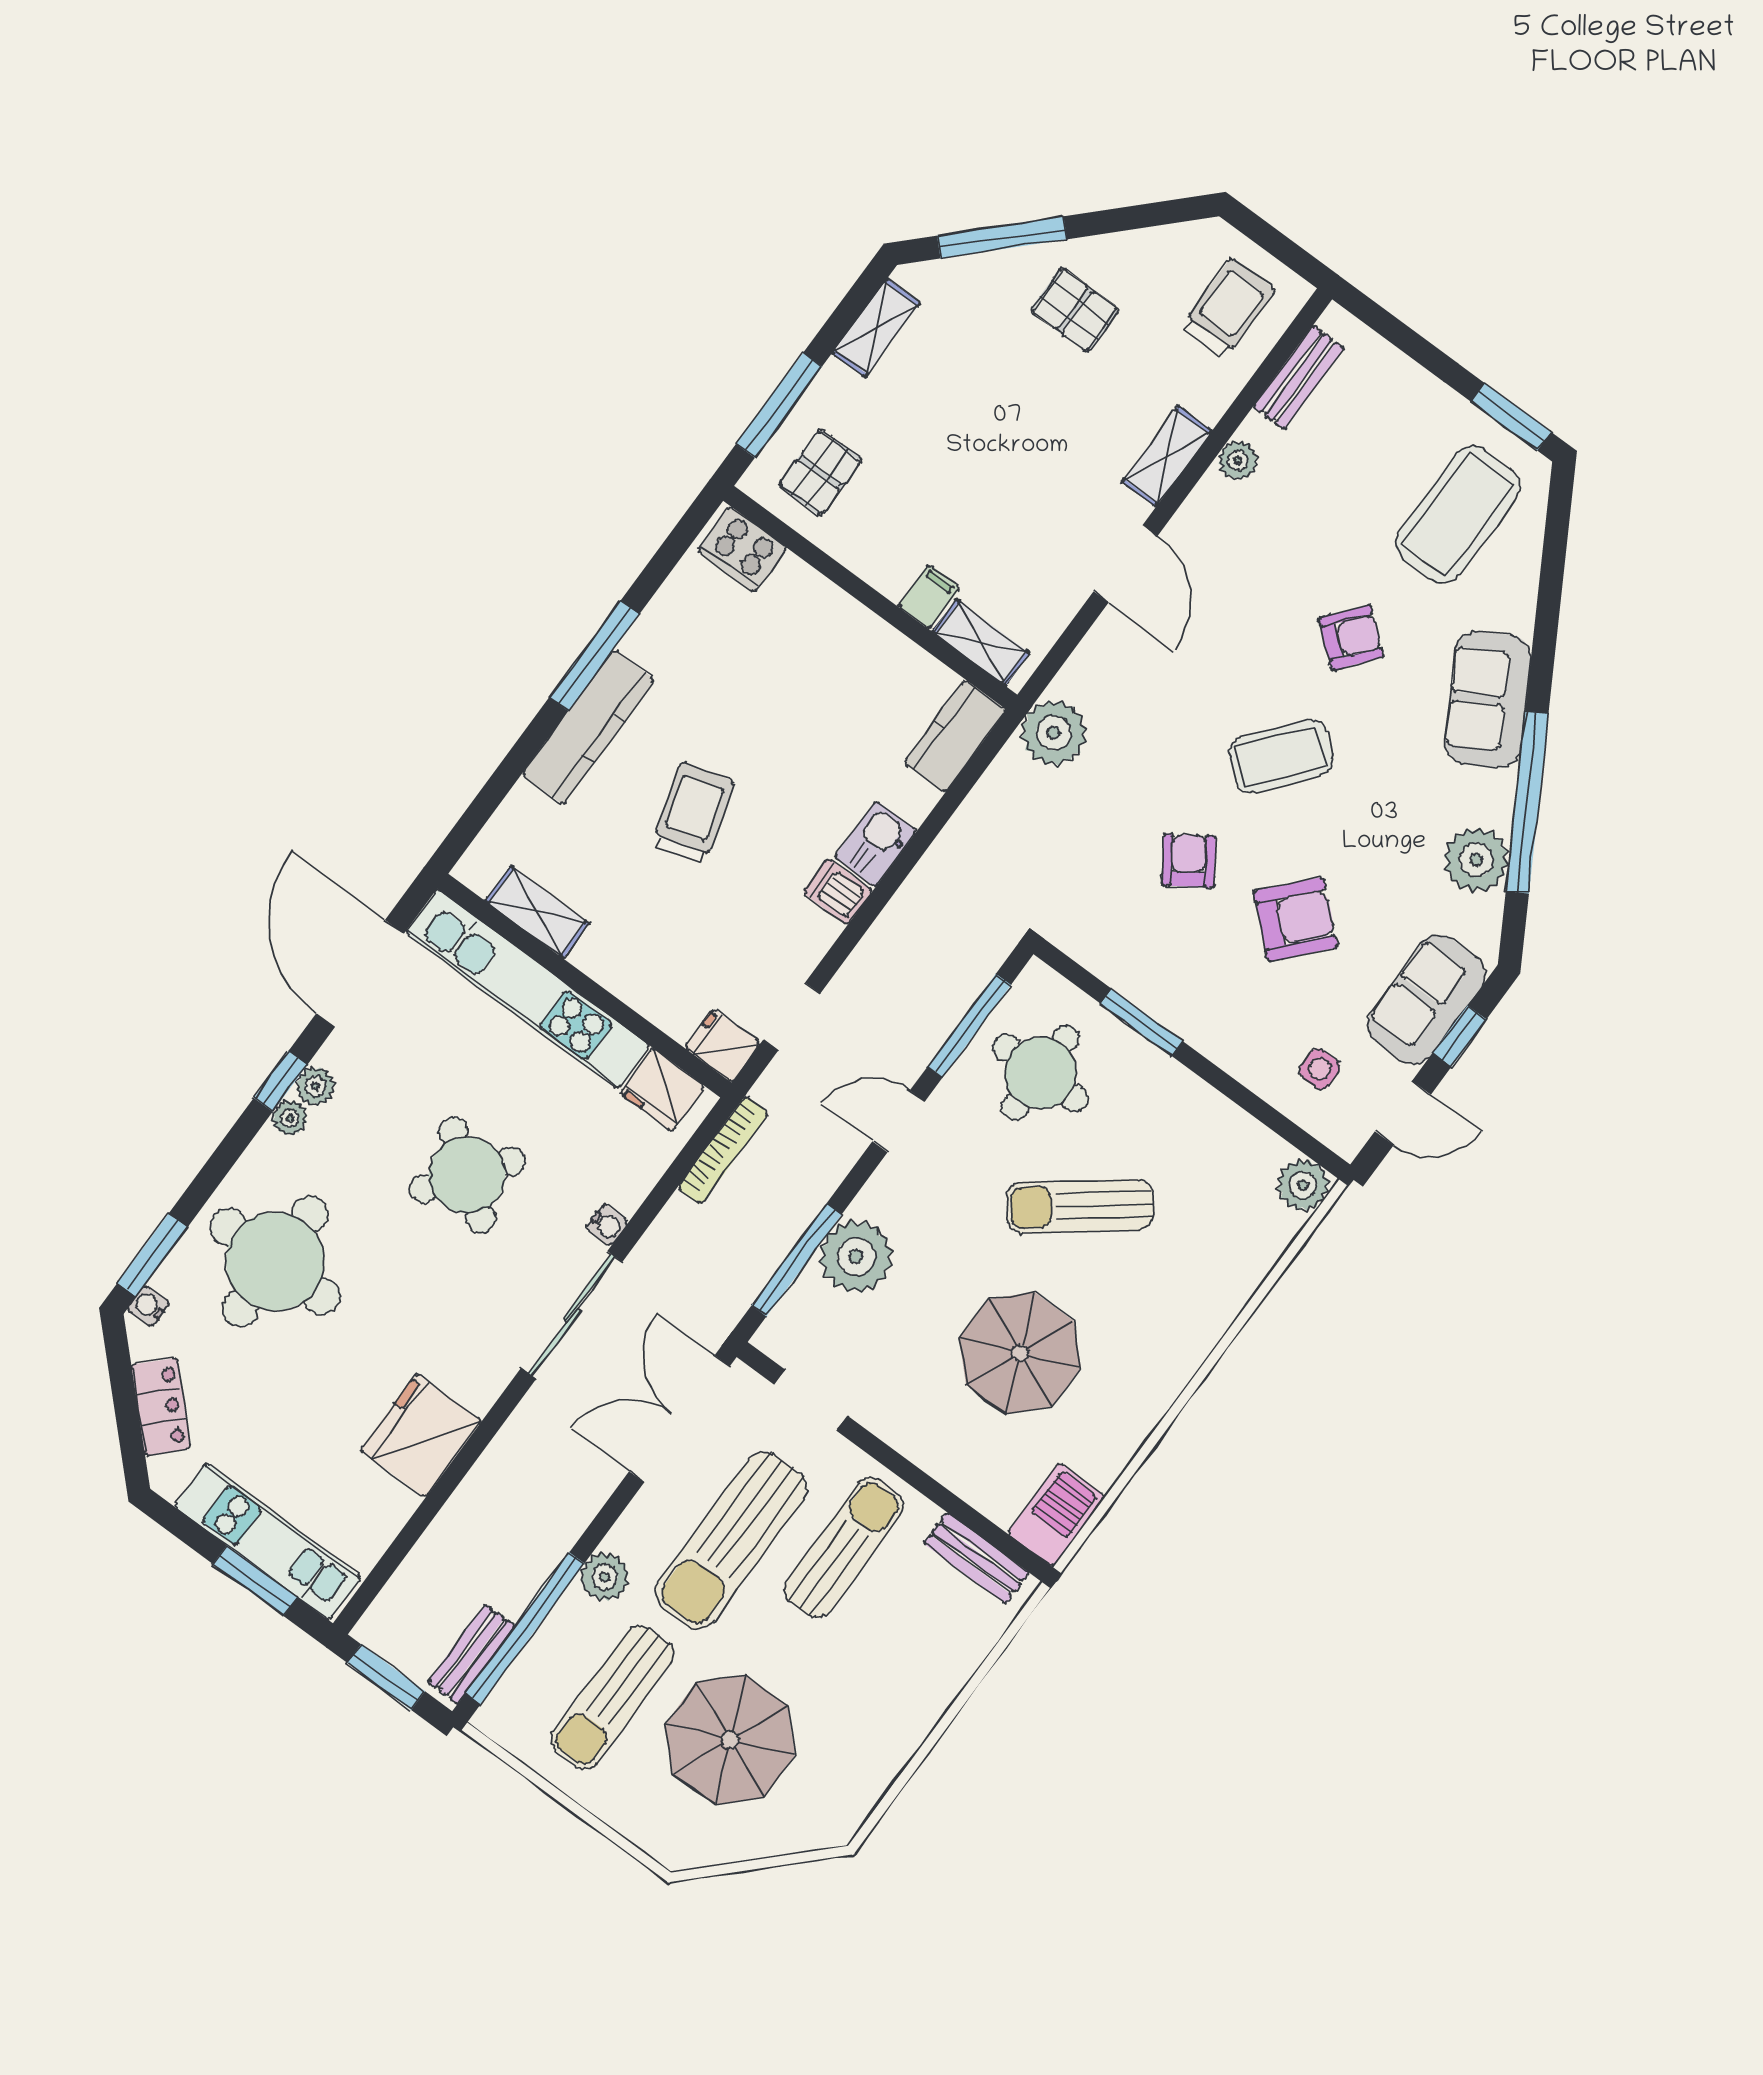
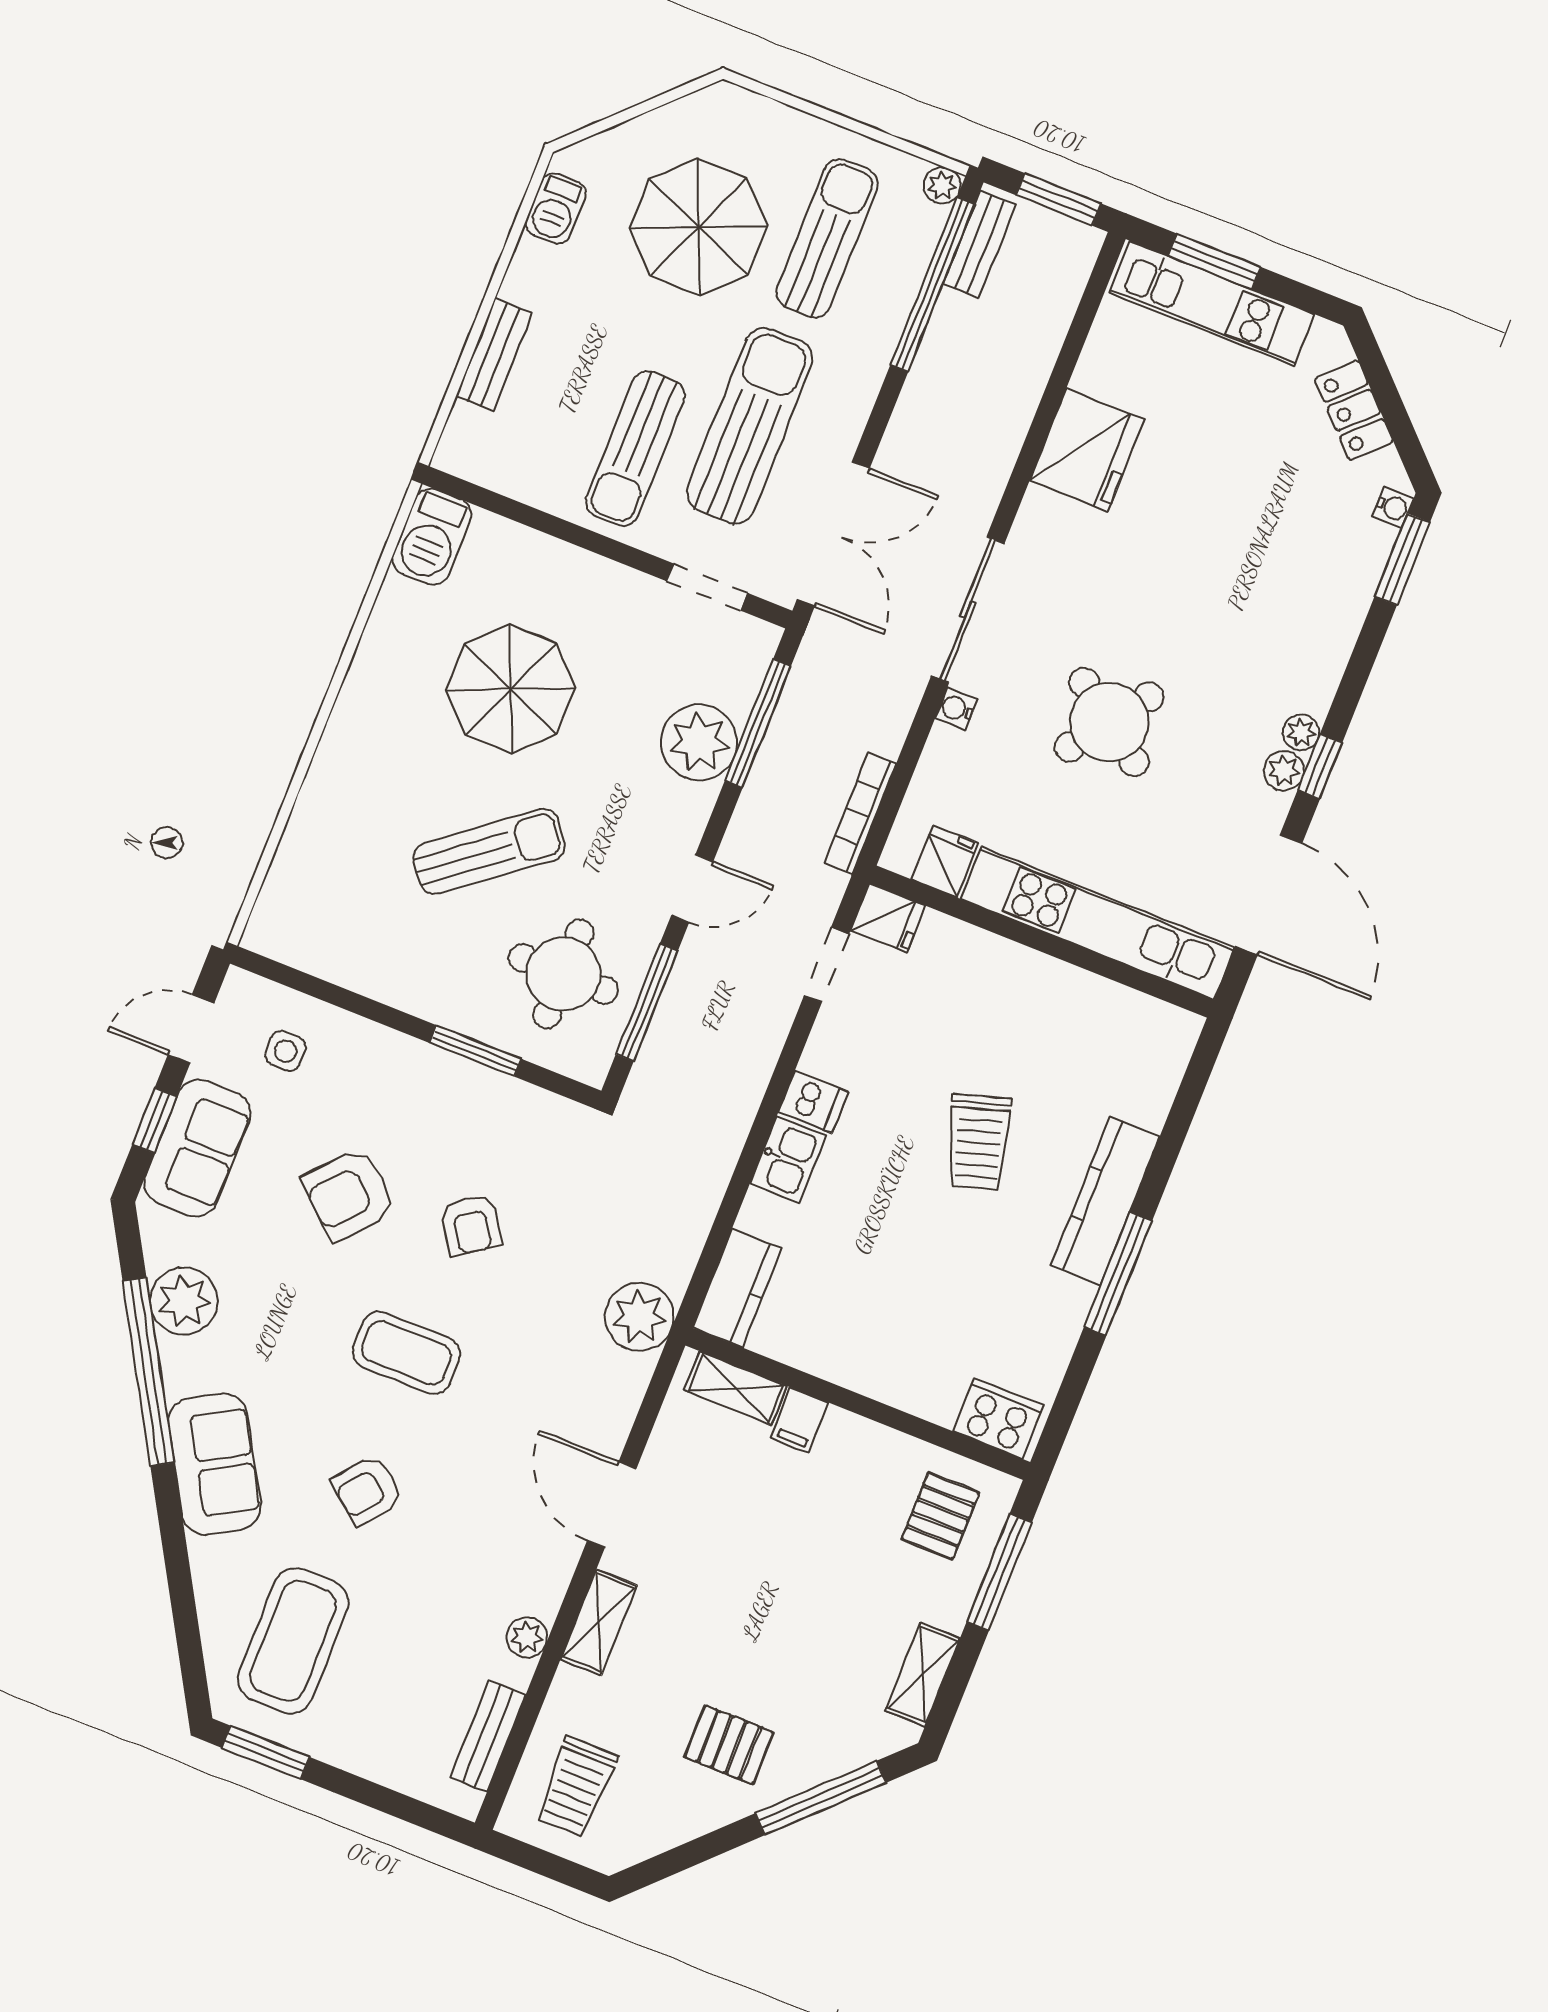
coffee table: (1281, 757) -> (406, 1353), turned 51
shelving: (537, 912) -> (1108, 1003), removed
fridge: (663, 1090) -> (945, 861), width x0.72
plant: (1303, 1185) -> (272, 931), removed
round table: (275, 1261) -> (1278, 585), removed
bench: (976, 1558) -> (494, 354), moved, turned 90
plant: (605, 1577) -> (942, 186), moved, width x0.73, depth x0.73
barbecue: (860, 1792) -> (556, 209), added

